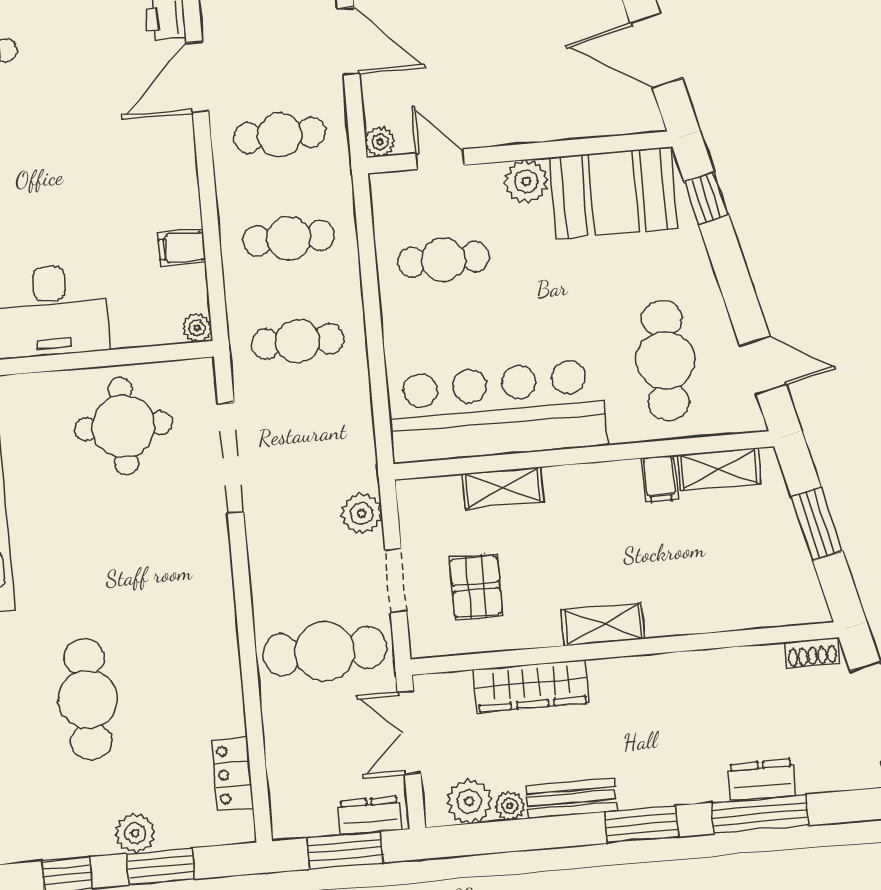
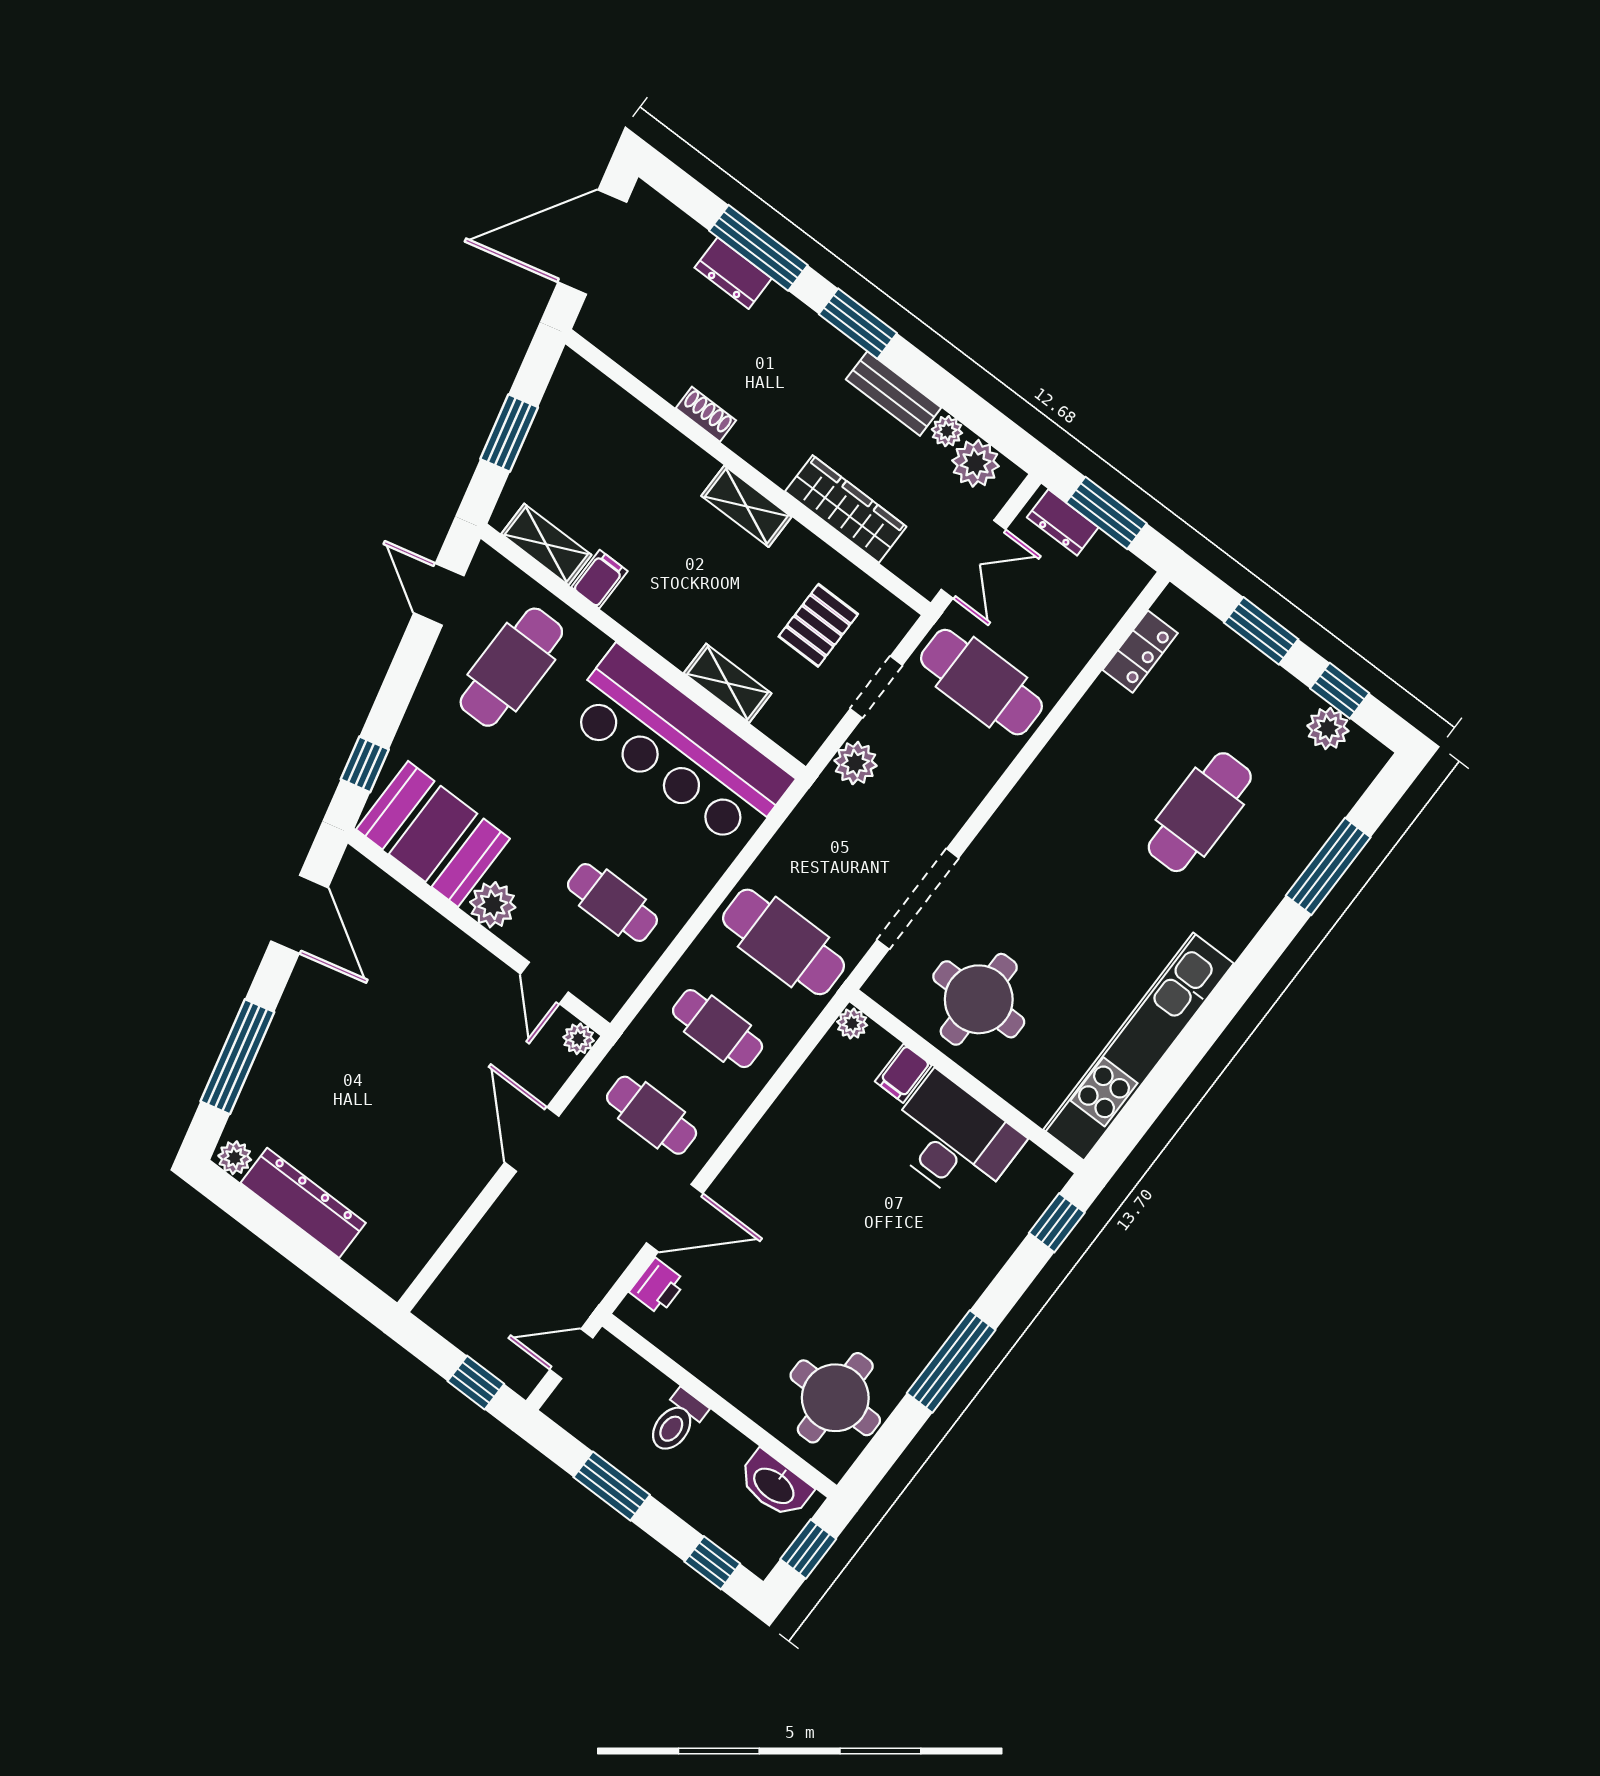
filing cabinet: (182, 248) -> (903, 1073), moved, turned 90
cafe table: (298, 341) -> (783, 942), width x1.37, depth x1.35
shoe rack: (812, 653) -> (706, 414), moved
plant: (135, 833) -> (1328, 728), moved

